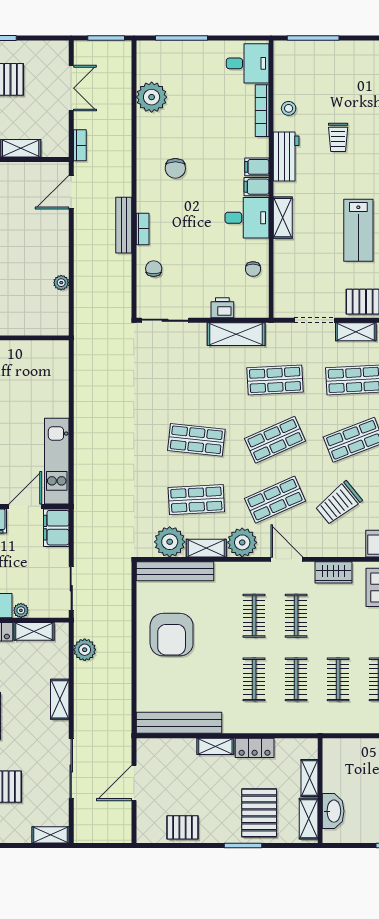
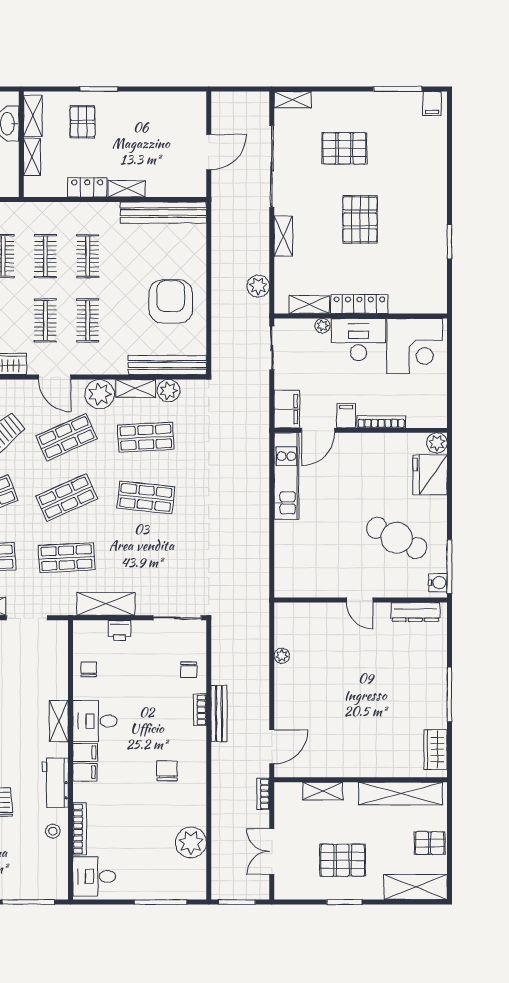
plant: (170, 542) -> (169, 391), width x0.73, depth x0.73
sliding door: (71, 769) -> (272, 166), width x1.36
pallet: (259, 813) -> (83, 122), width x0.67, depth x0.71
pallet: (182, 827) -> (160, 107), removed

